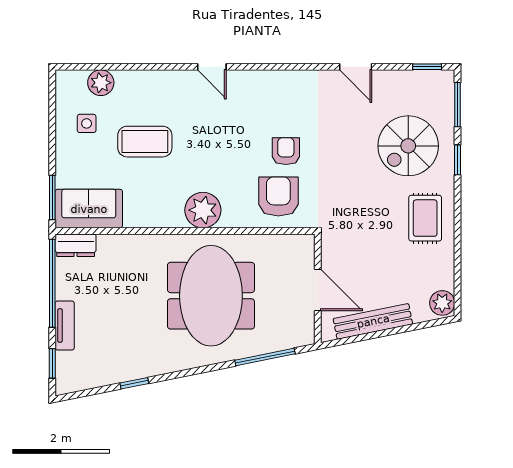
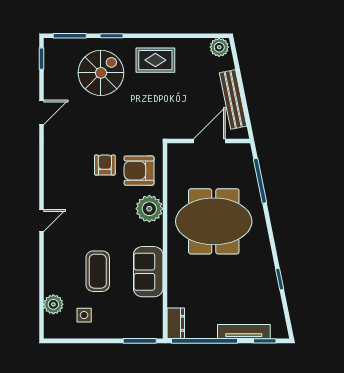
spiral stairs: (408, 146) -> (101, 73), turned -90
armchair: (286, 151) -> (105, 165), turned 90
sofa: (89, 209) -> (148, 272), moved
plant: (203, 210) -> (149, 209), moved
tv unit: (65, 325) -> (244, 332), width x1.41

